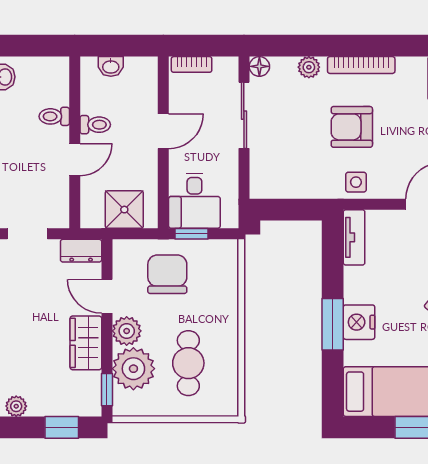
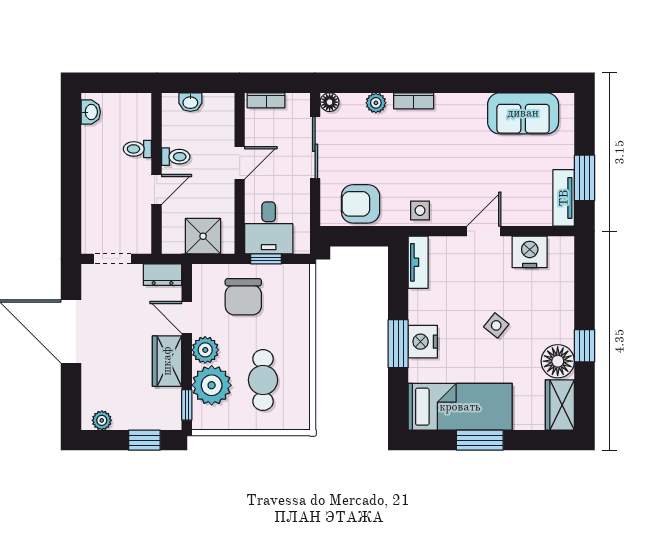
bookcase: (361, 65) -> (414, 101), width x0.64
armchair: (352, 127) -> (361, 204), moved
chair: (167, 274) -> (243, 297), turned 180

